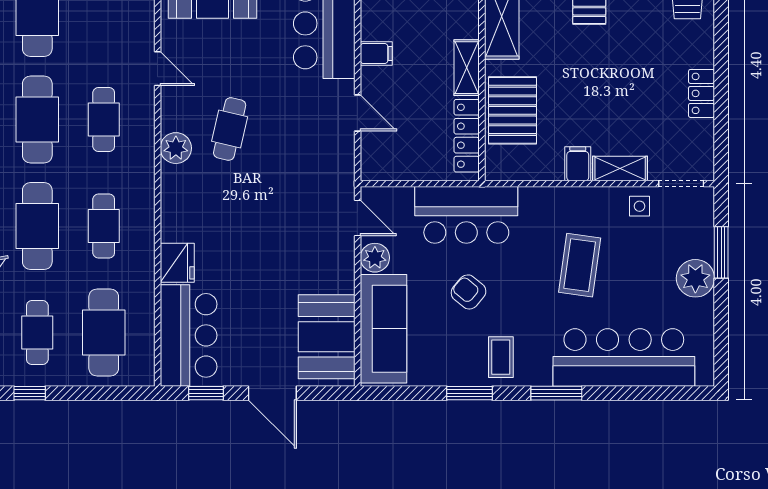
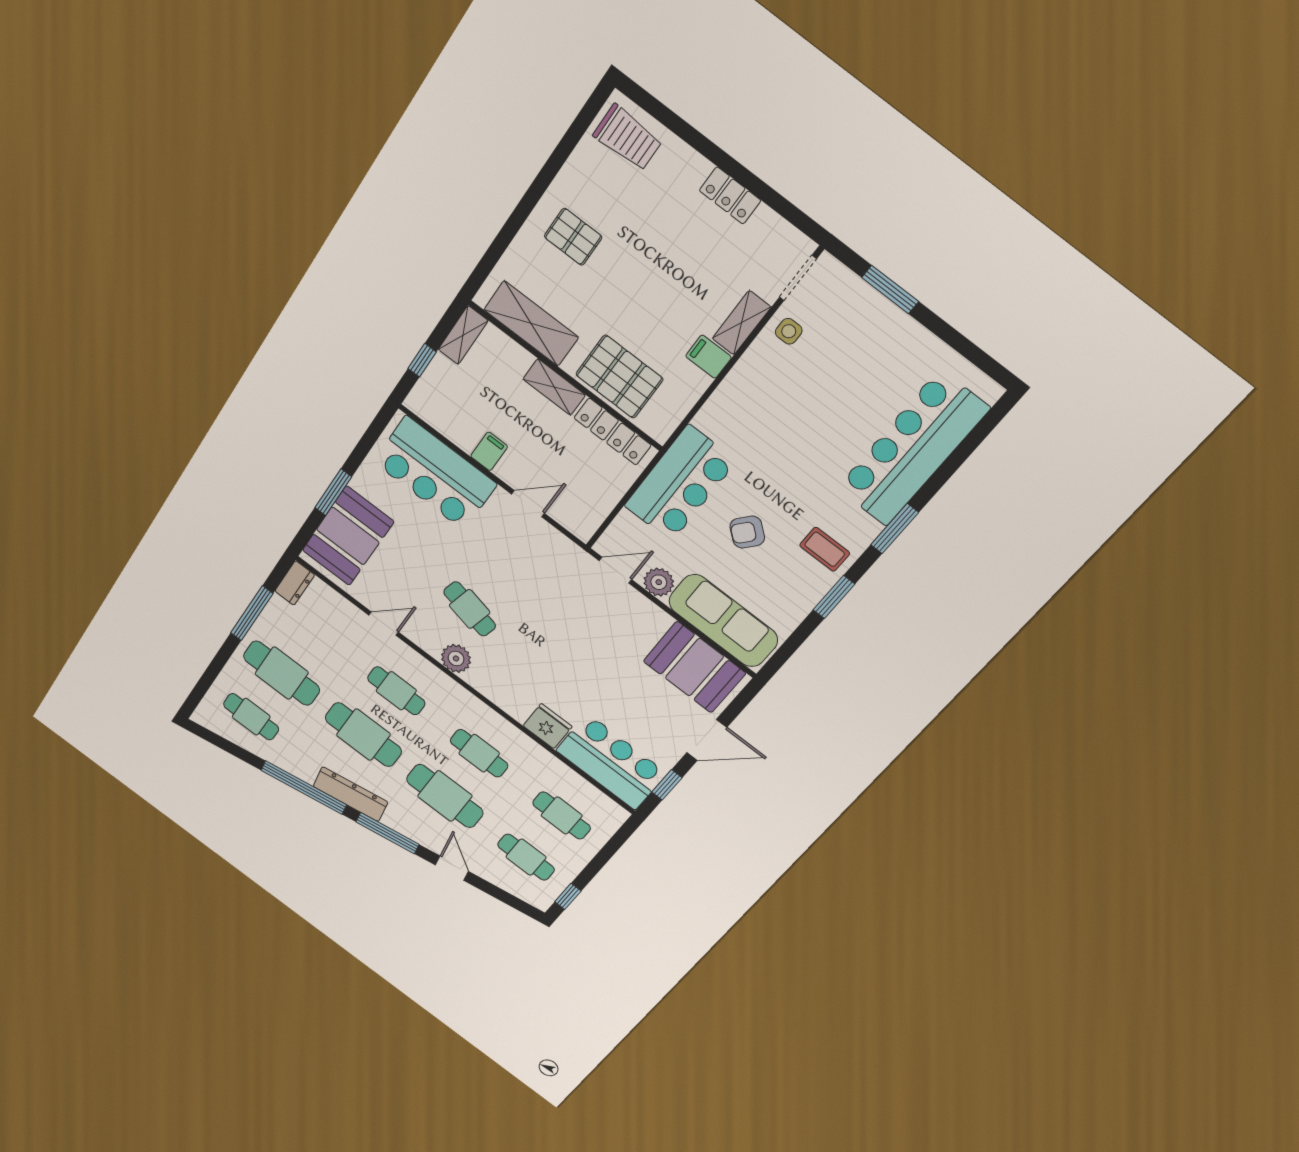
coffee table: (580, 265) -> (799, 424), removed
plant: (695, 278) -> (894, 331), removed
cafe table: (104, 332) -> (562, 816), width x0.73, depth x0.74

